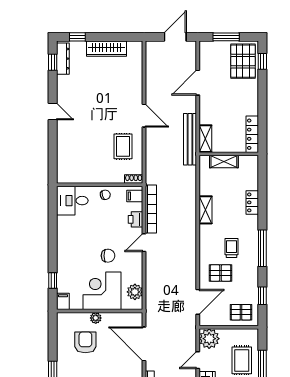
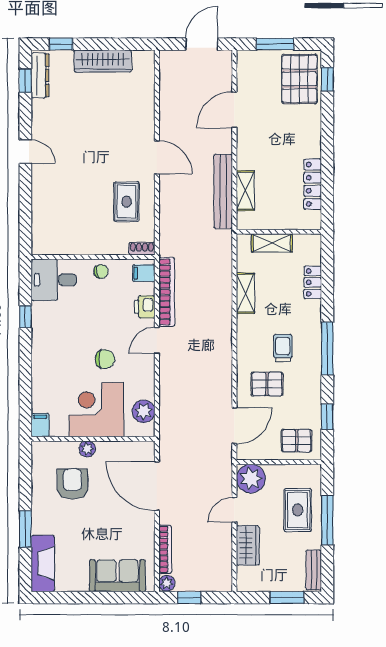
wall: (229, 154) -> (279, 232), moved
shelving: (224, 162) -> (272, 243), moved
window: (53, 280) -> (25, 317), moved

